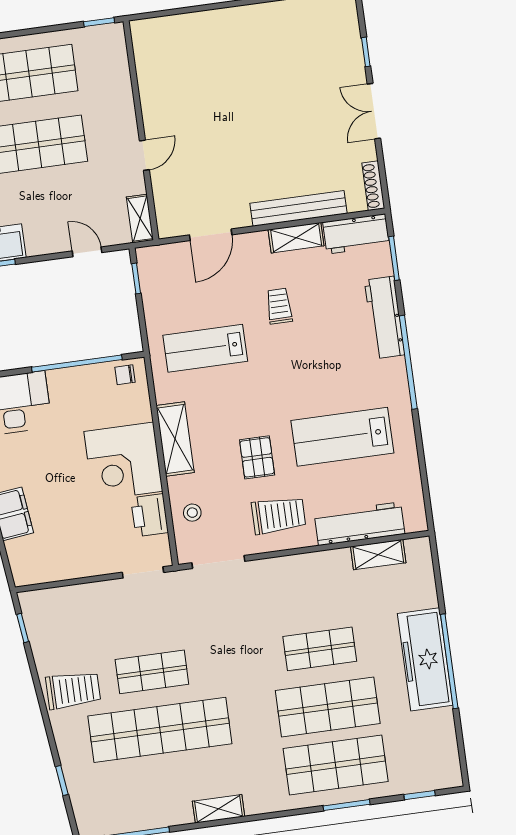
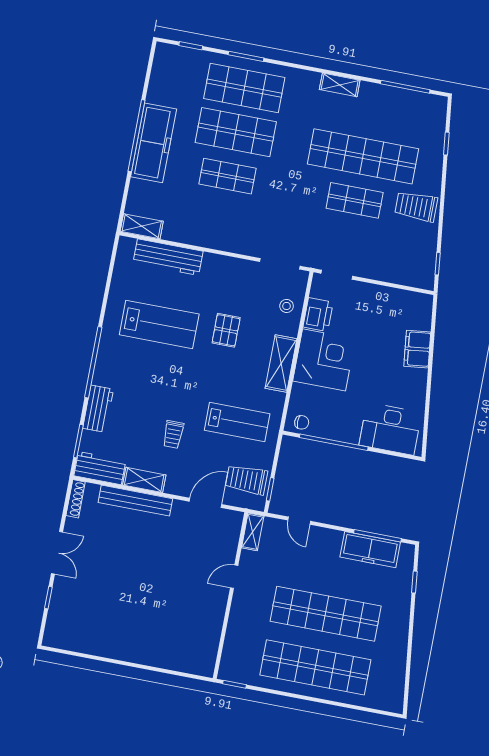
workbench: (385, 317) -> (98, 409), width x0.73
trolley: (279, 515) -> (246, 480), moved
shelving: (378, 555) -> (142, 226), moved

